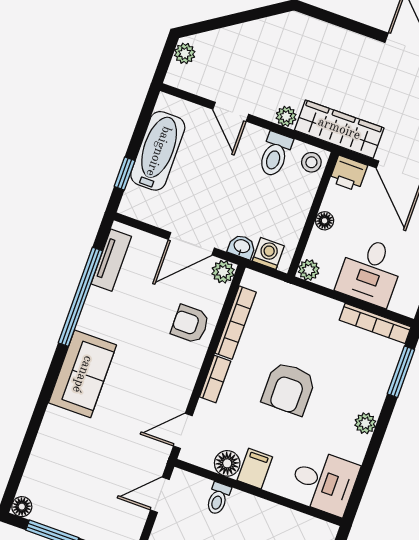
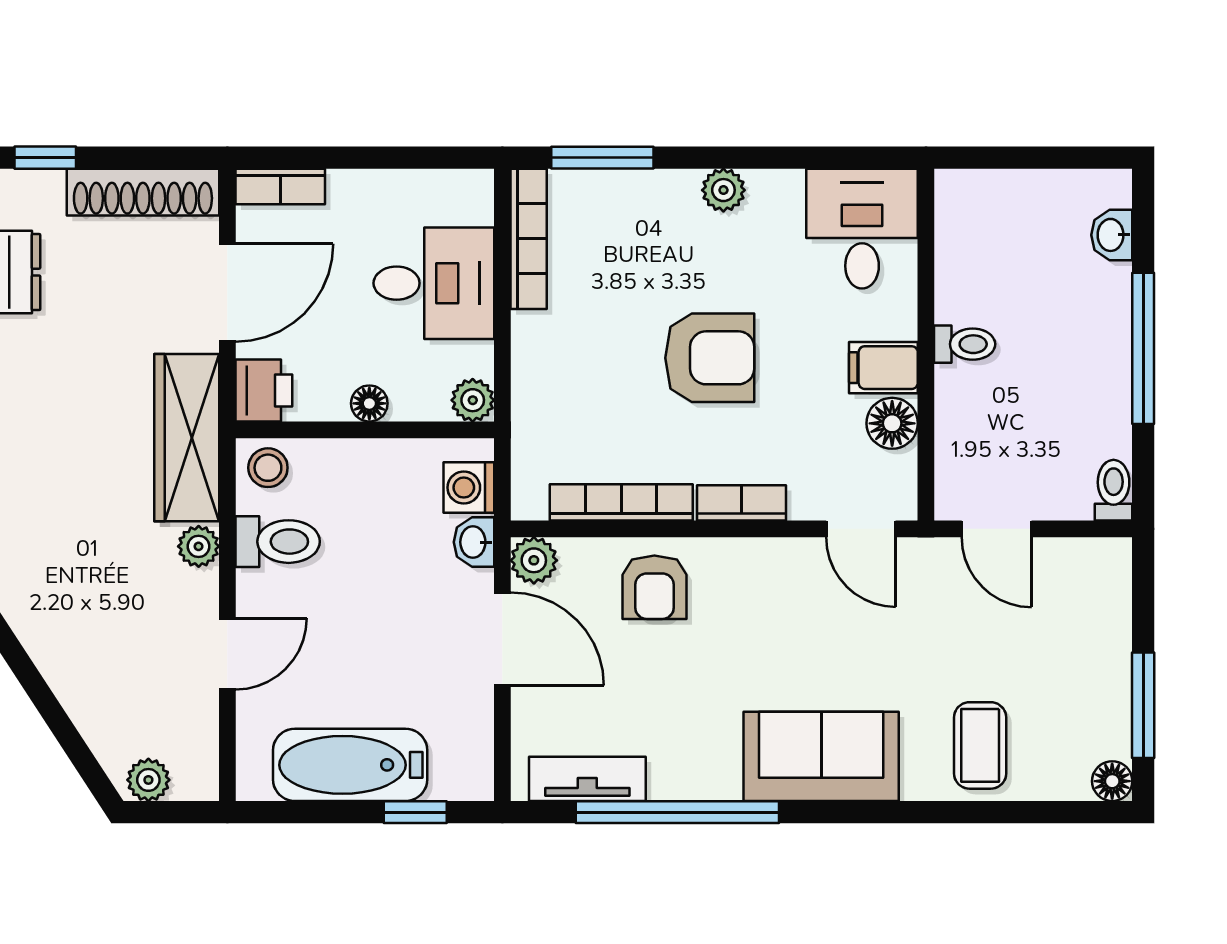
coffee table: (61, 450) -> (980, 745), added
toilet: (218, 499) -> (965, 344), moved

